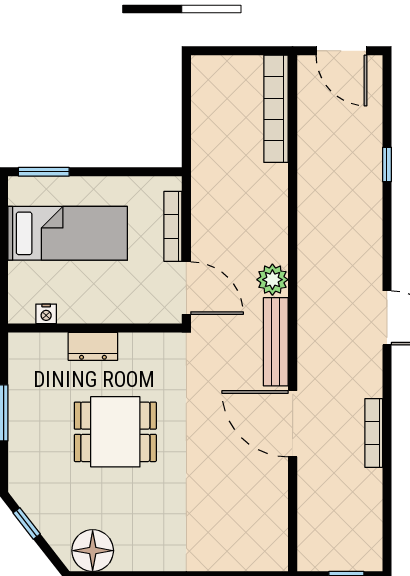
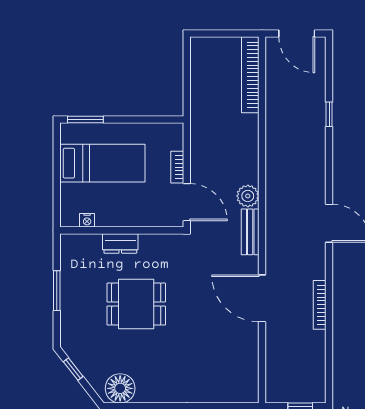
bookcase: (173, 226) -> (177, 167), width x0.64
bench: (276, 342) -> (250, 232), width x0.73

